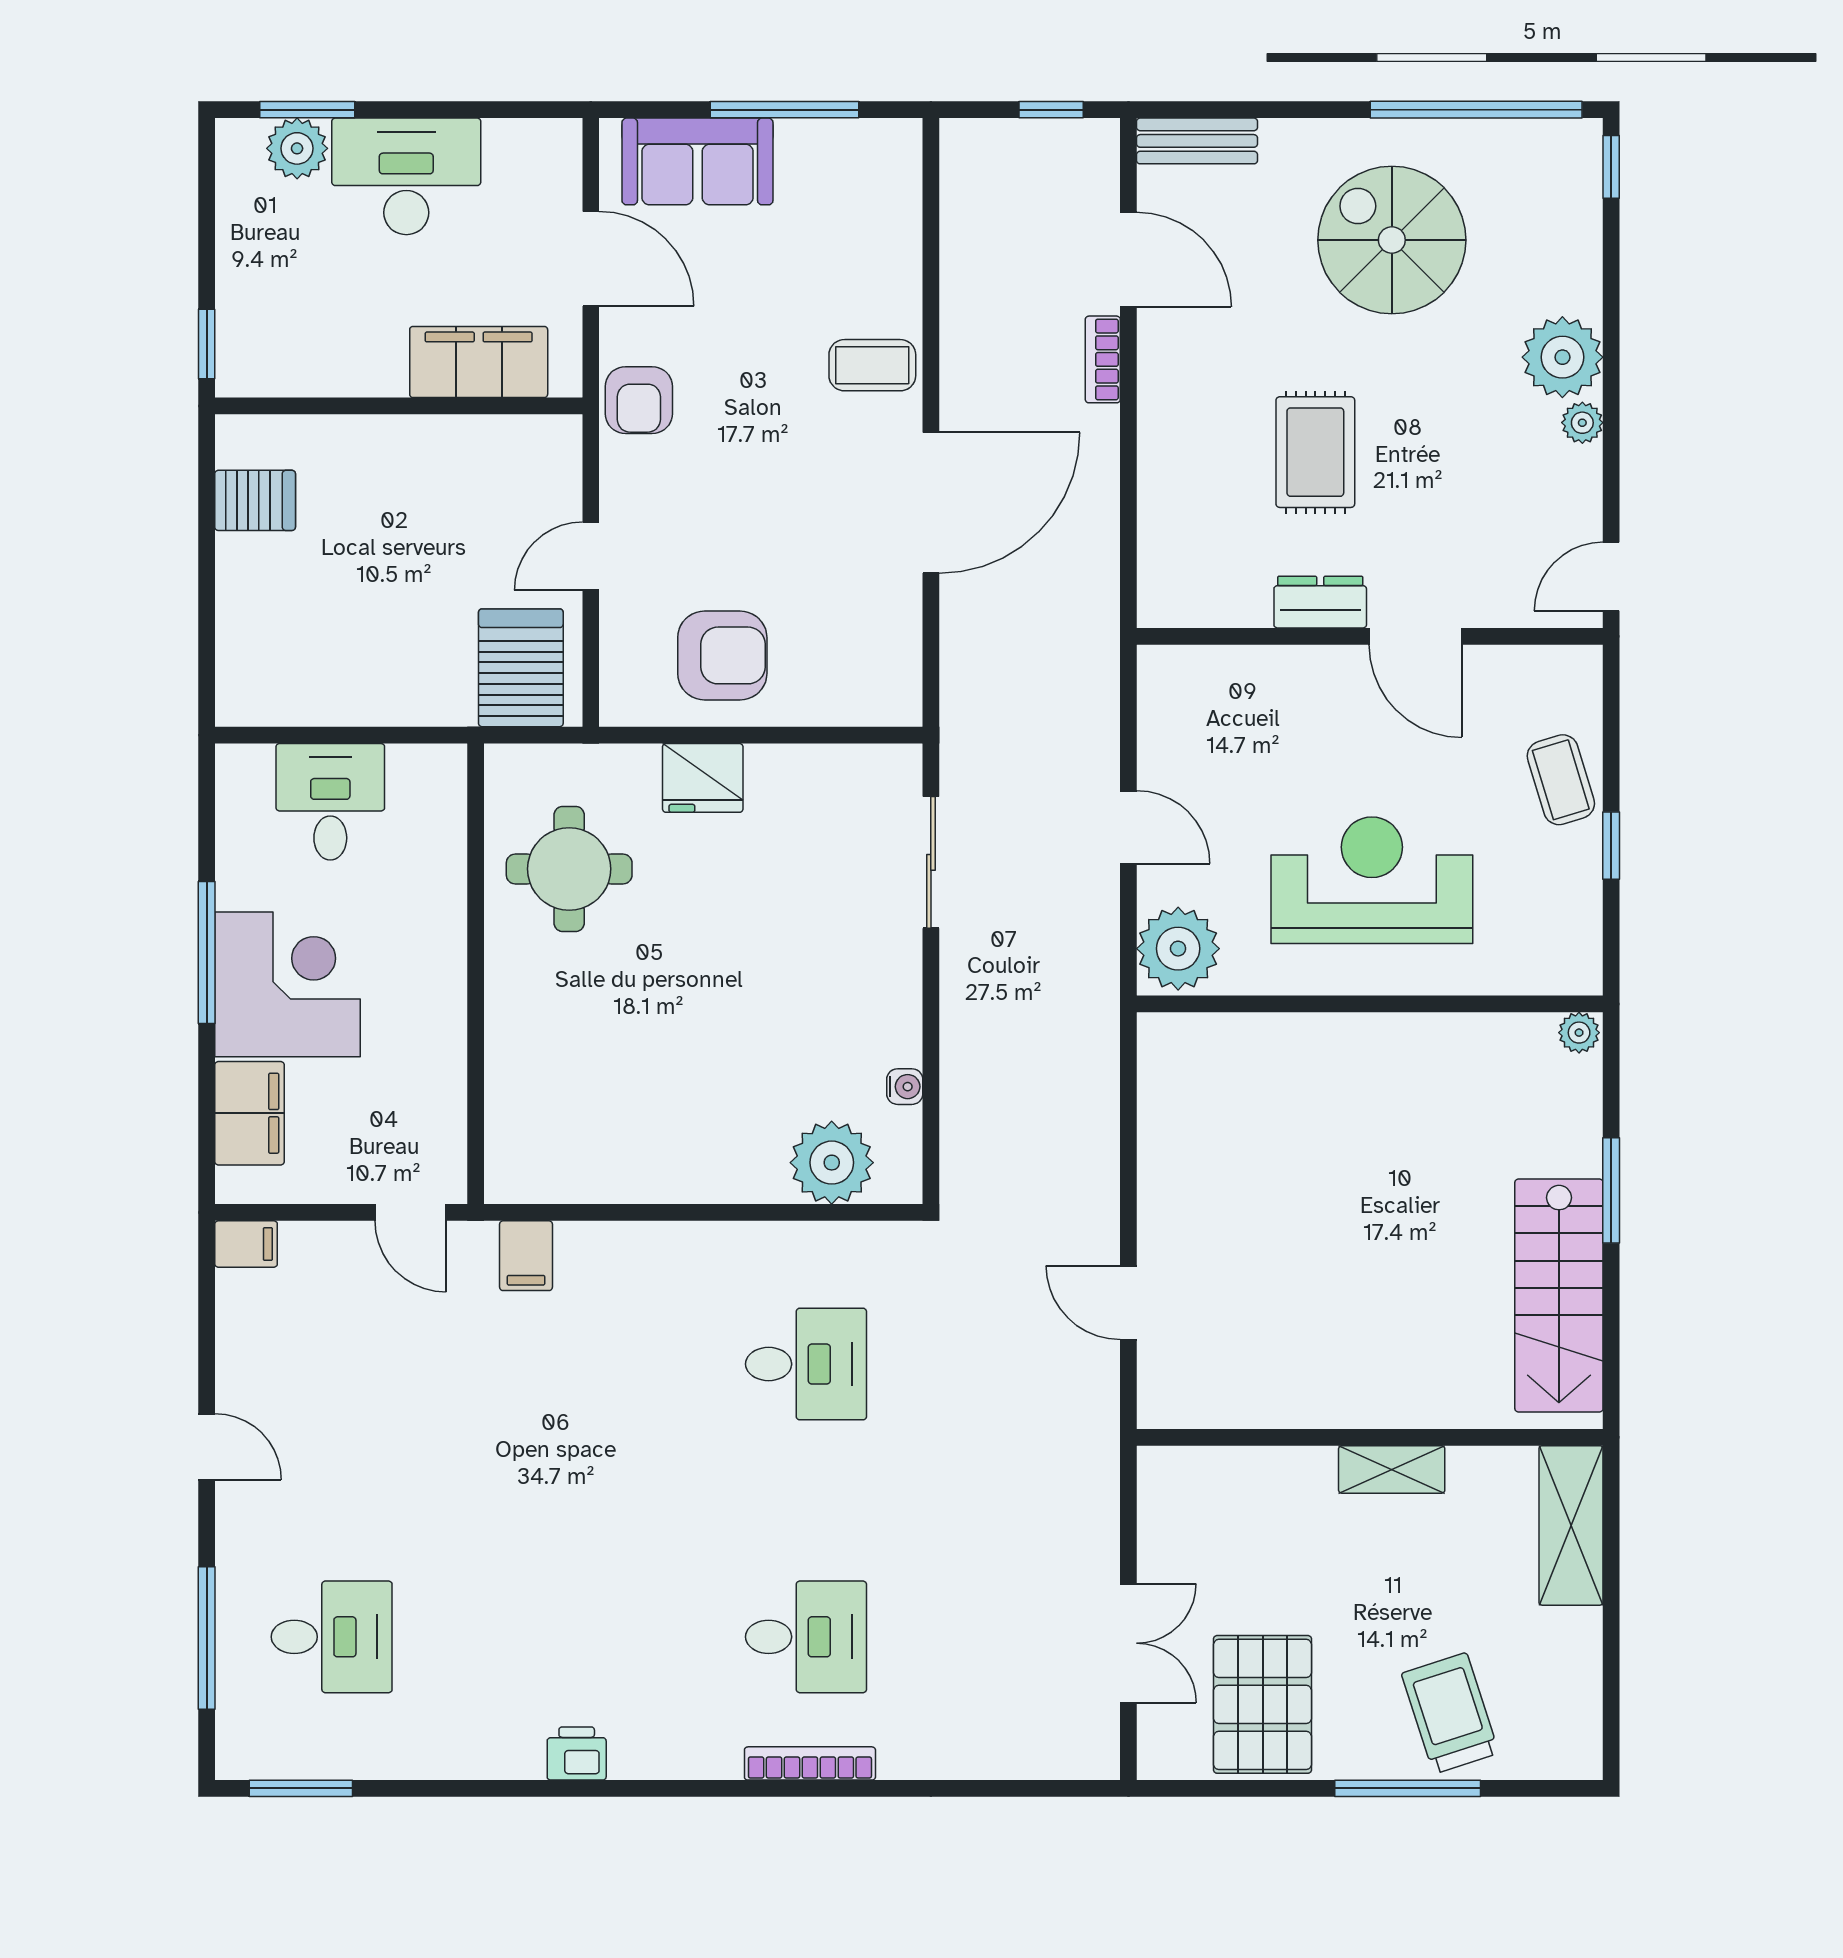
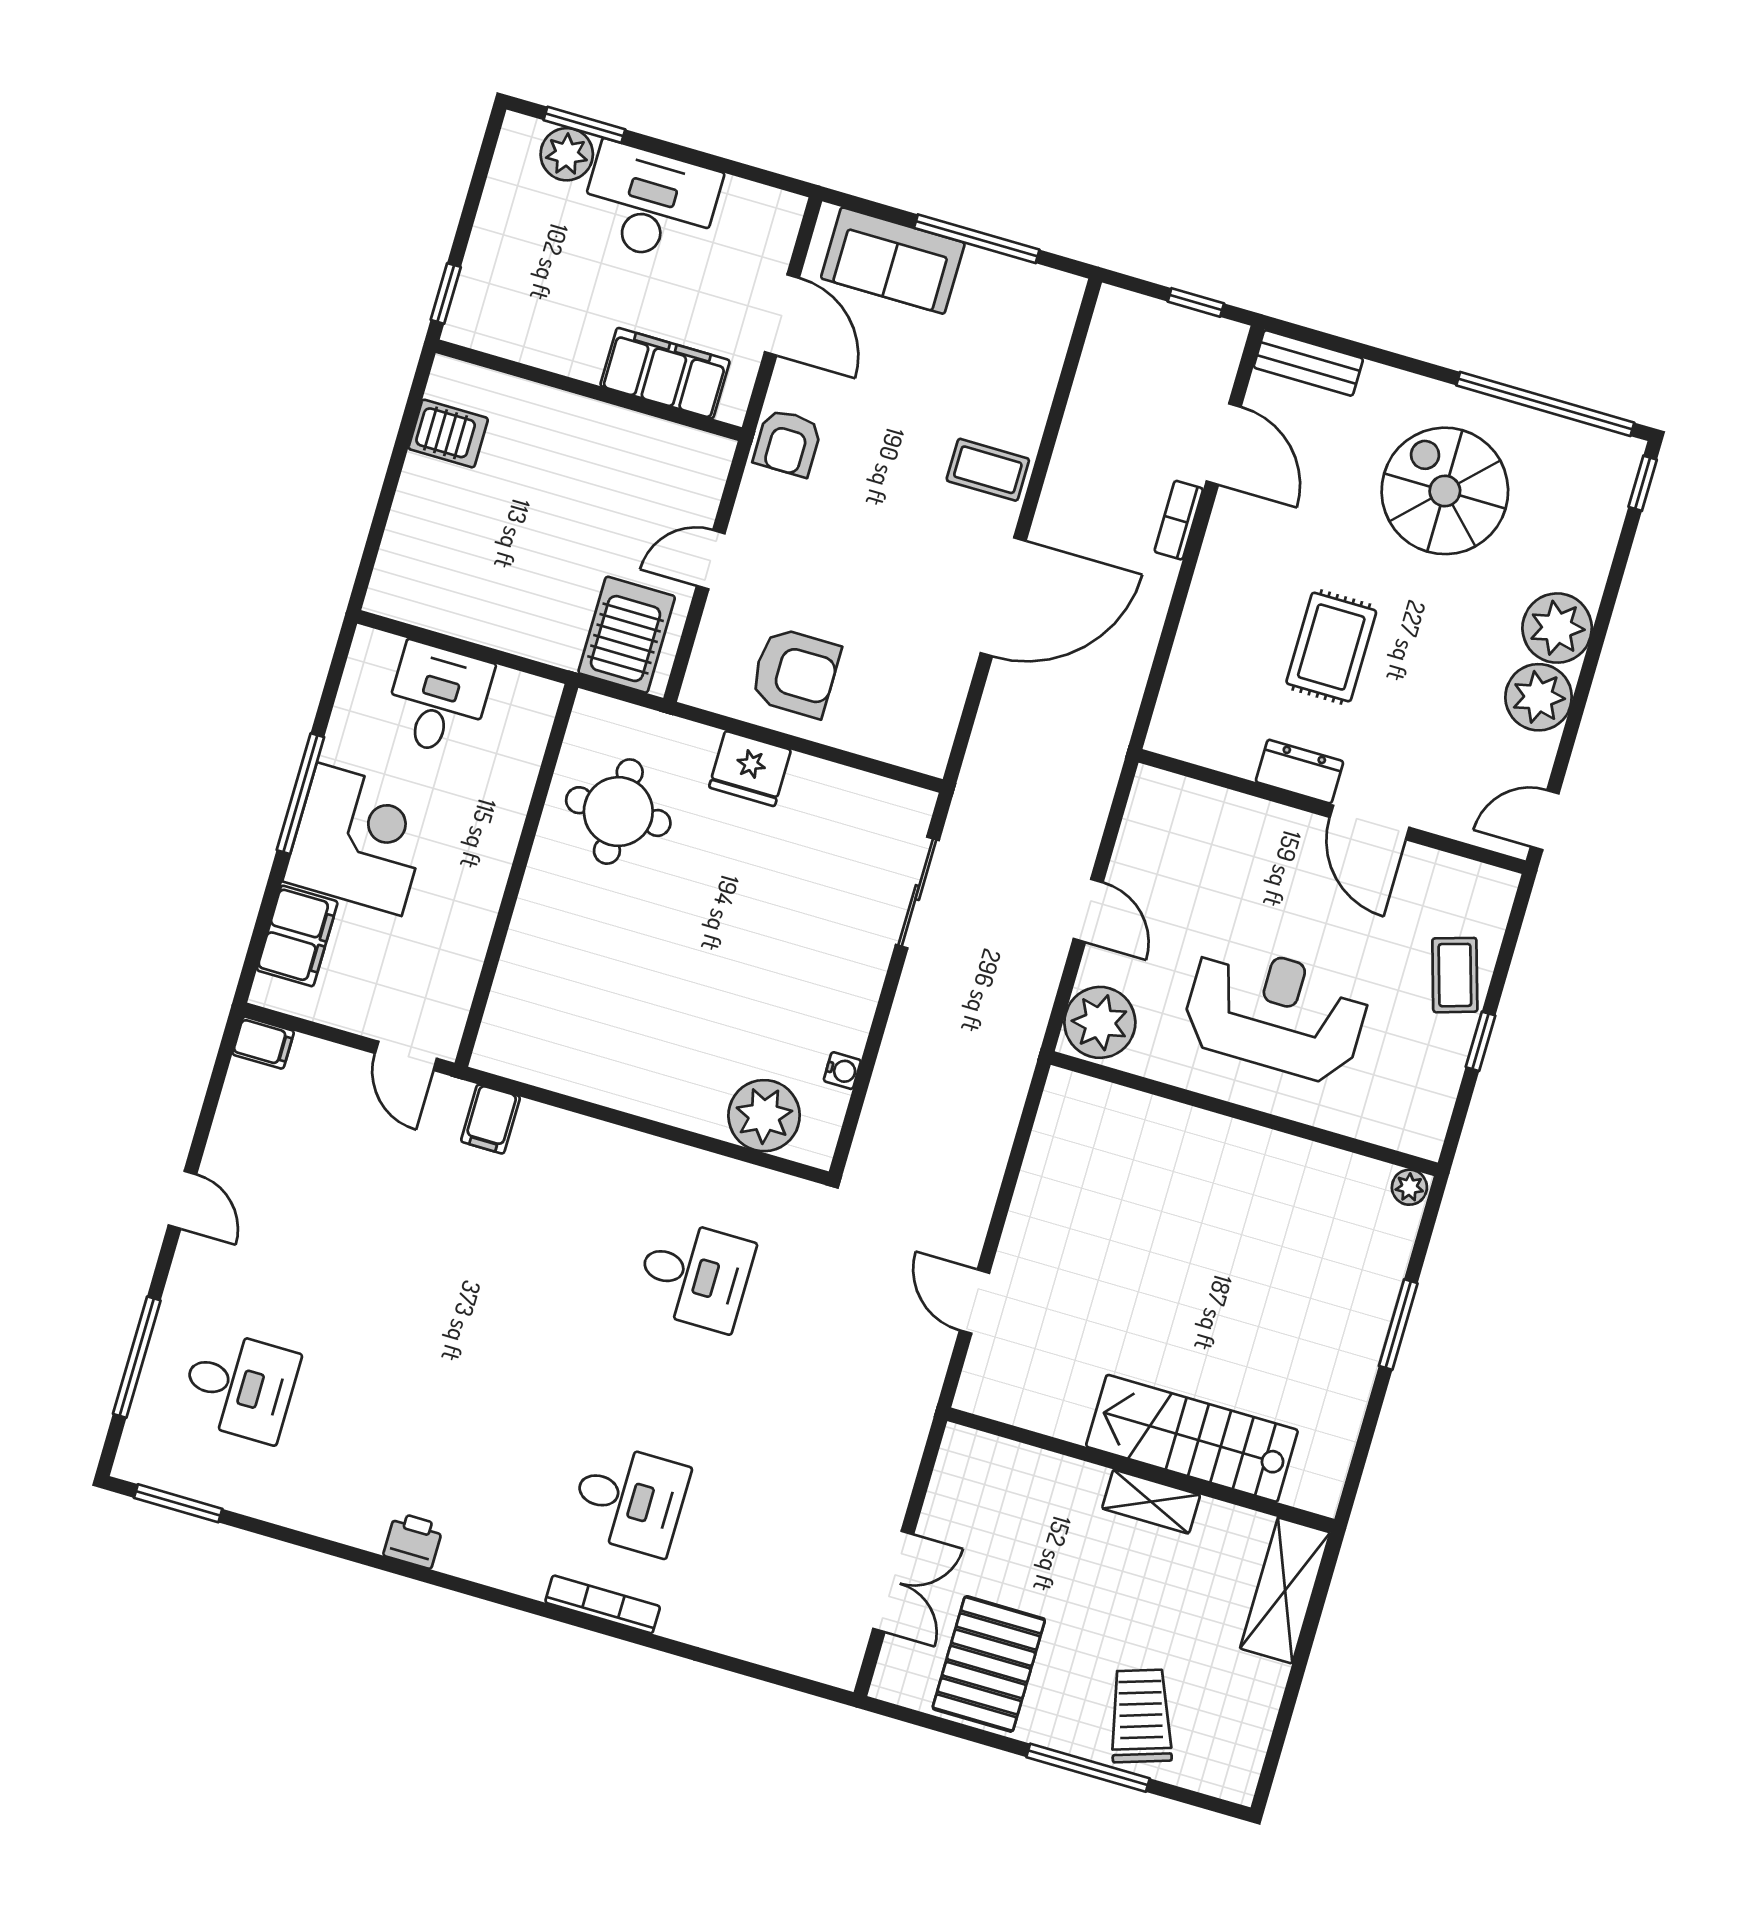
plant: (1582, 423) -> (1539, 697), width x1.88, depth x1.88
stairs: (1559, 1295) -> (1192, 1438), moved, turned 90

